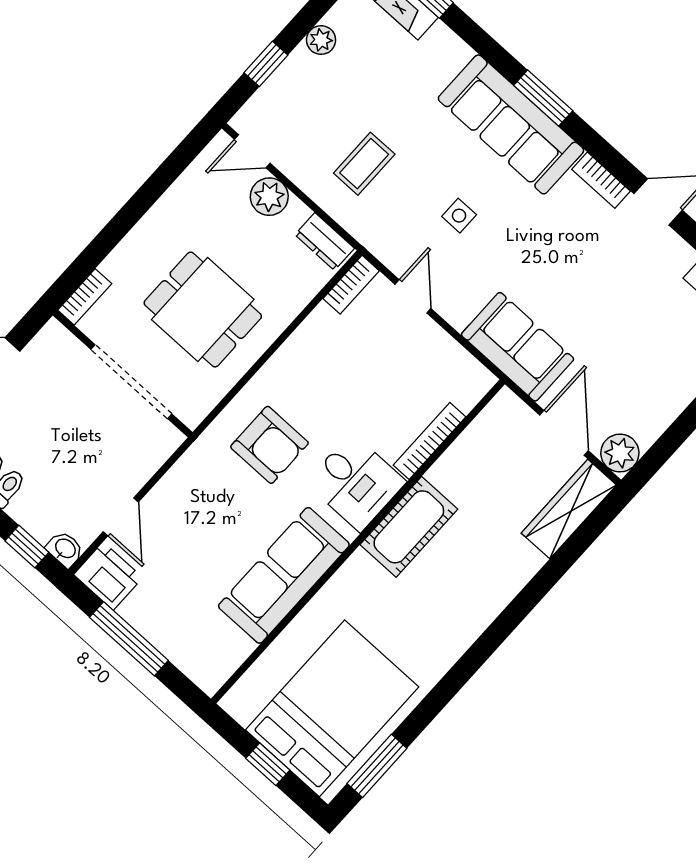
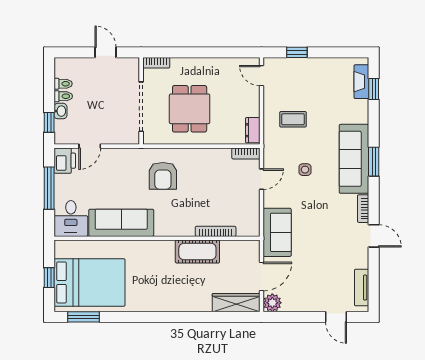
plant: (321, 40) -> (323, 64), removed
plant: (269, 197) -> (251, 96), removed
desk: (356, 482) -> (71, 218), moved
cot: (409, 527) -> (197, 252), moved
washbasin: (65, 549) -> (60, 111), moved

